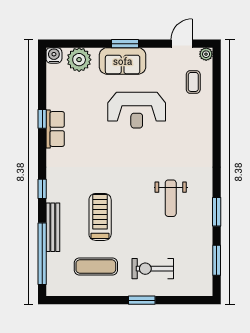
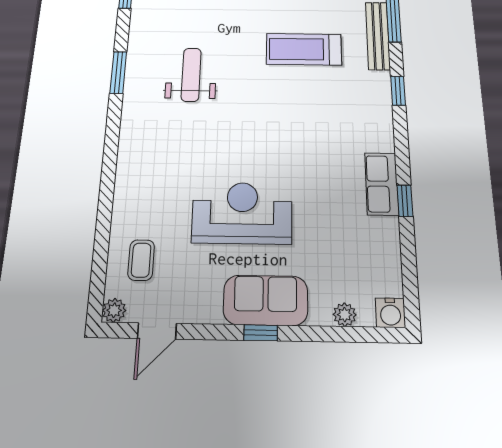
window: (125, 44) -> (261, 333), width x0.67
plant: (79, 60) -> (345, 315), width x0.53, depth x0.53
window: (217, 212) -> (118, 72), moved
treadmill: (100, 217) -> (304, 49), turned 90

